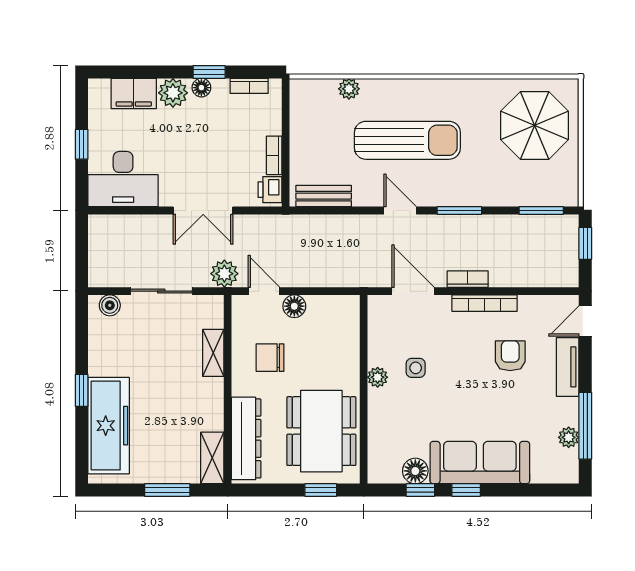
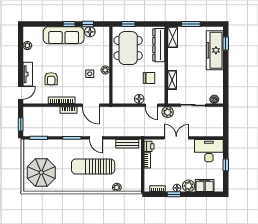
window: (82, 390) -> (226, 44), moved
window: (585, 426) -> (21, 50), removed

